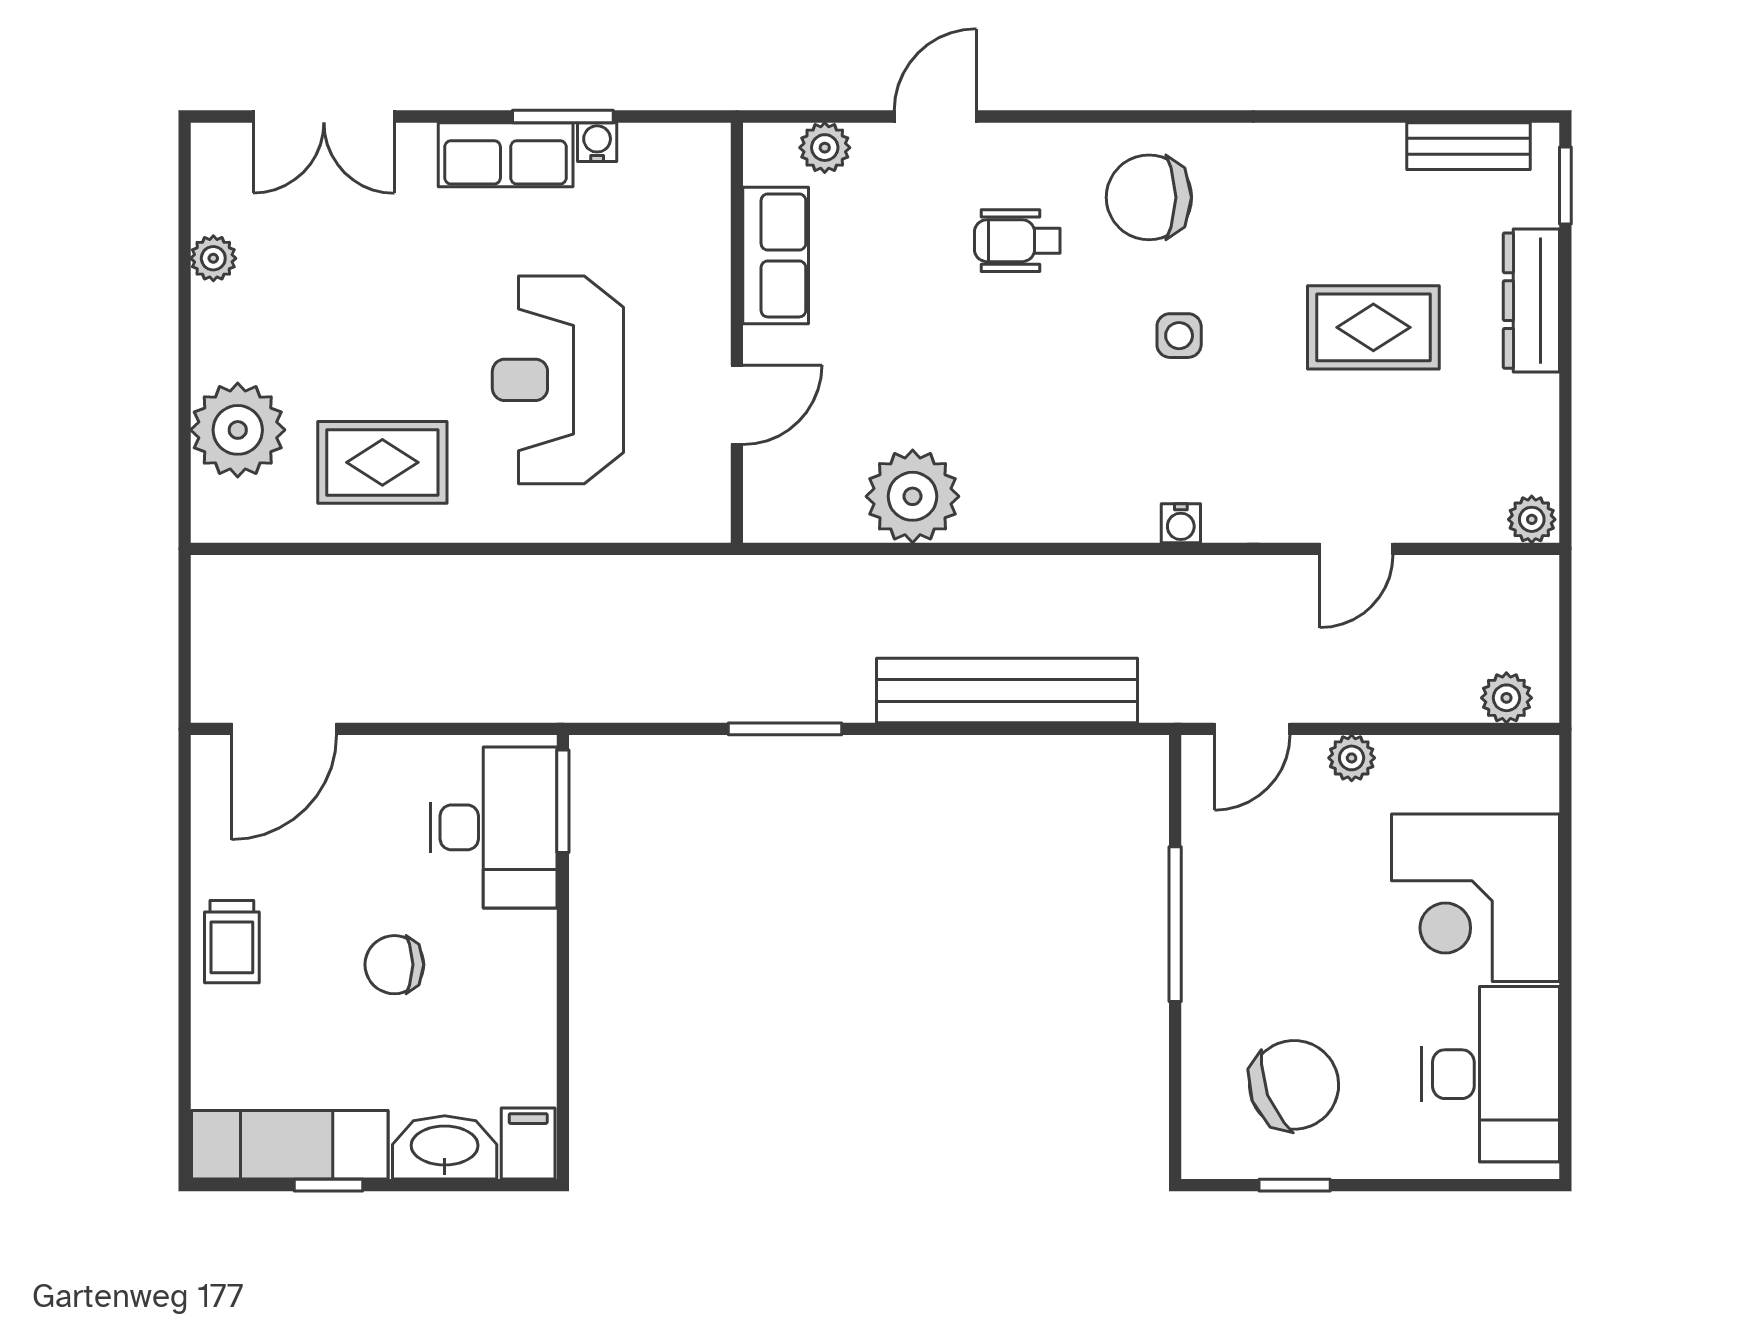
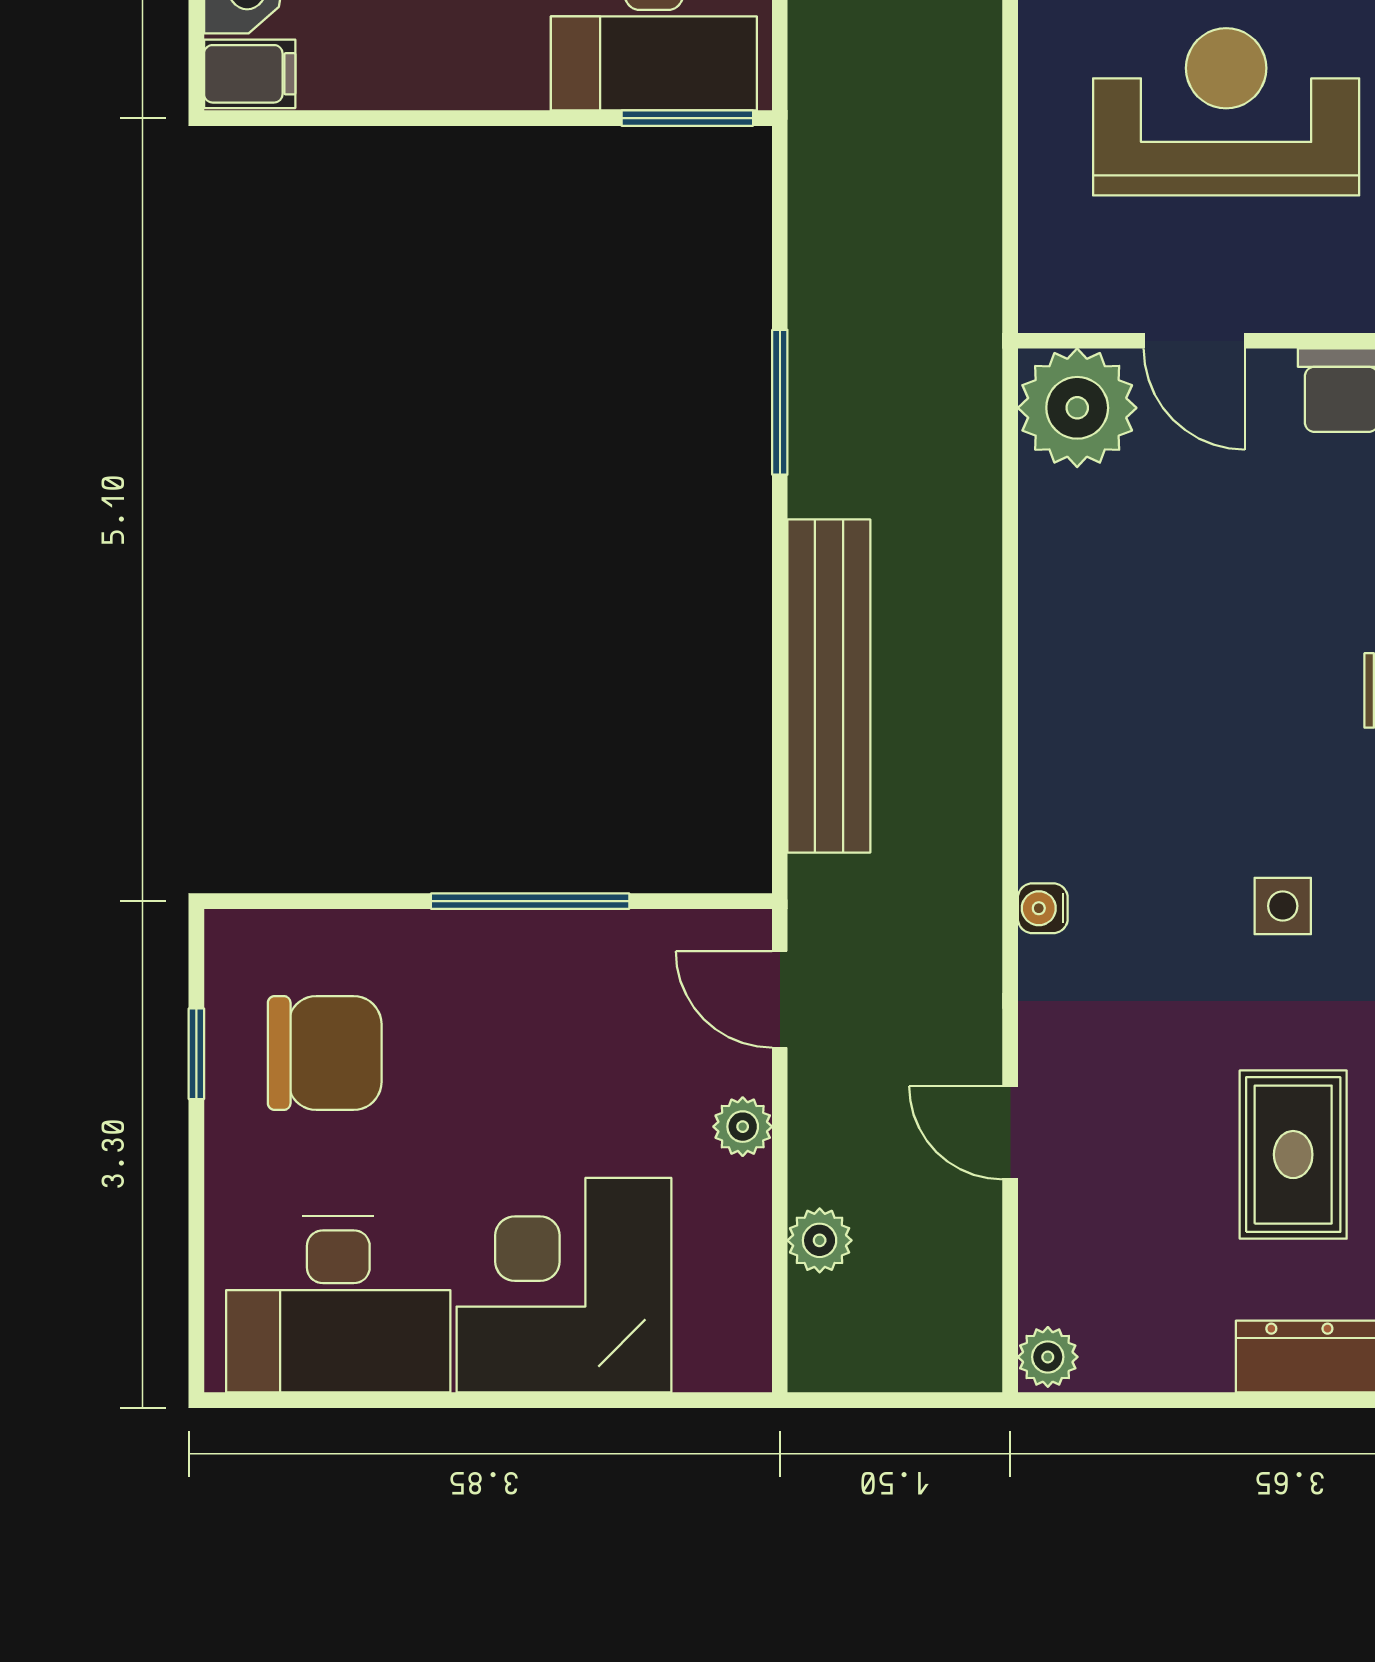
plant: (913, 496) -> (1077, 408), moved
plant: (1506, 698) -> (820, 1240), moved
chair: (1294, 1085) -> (325, 1053), turned -69

